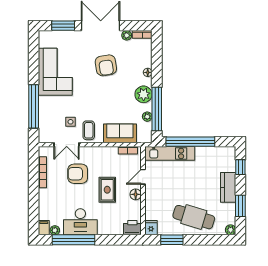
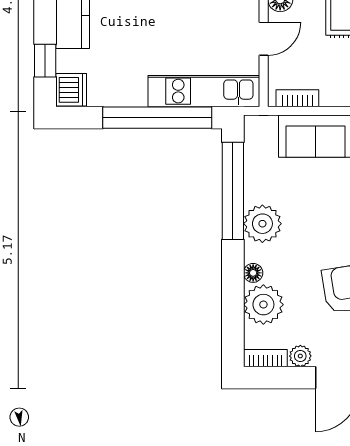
plant: (147, 117) -> (263, 305), moved, width x1.88, depth x1.88
dishwasher: (229, 154) -> (71, 90), added

